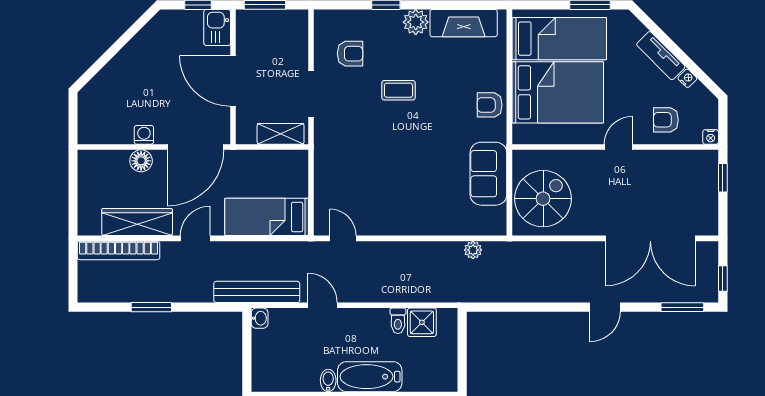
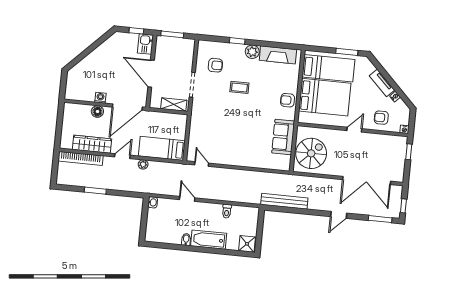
plant: (473, 250) -> (143, 164), moved
bench: (257, 292) -> (284, 201), moved
shower: (422, 322) -> (247, 244), moved

